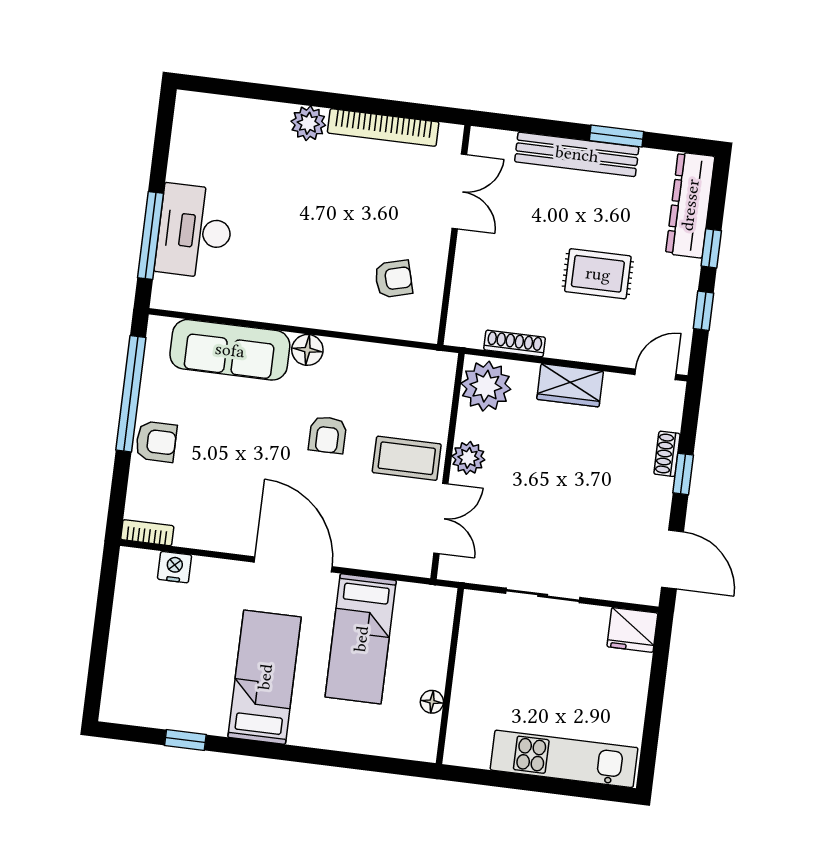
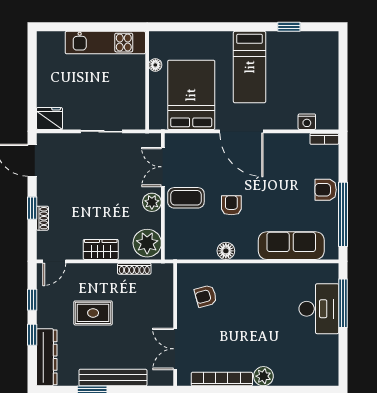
floor lamp: (307, 350) -> (226, 251), moved
bed: (361, 639) -> (191, 95), width x1.50
kitchen unit: (564, 759) -> (105, 43), moved

